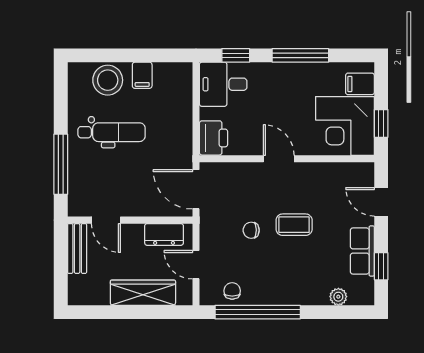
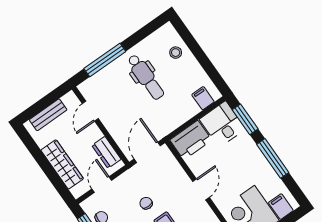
window: (236, 55) -> (245, 119), width x1.50
filing cabinet: (142, 75) -> (203, 98), moved, turned 90
stool: (108, 80) -> (176, 53), width x0.53, depth x0.53
printer: (213, 138) -> (191, 140), width x1.37, depth x1.19
bench: (77, 248) -> (48, 115), moved

